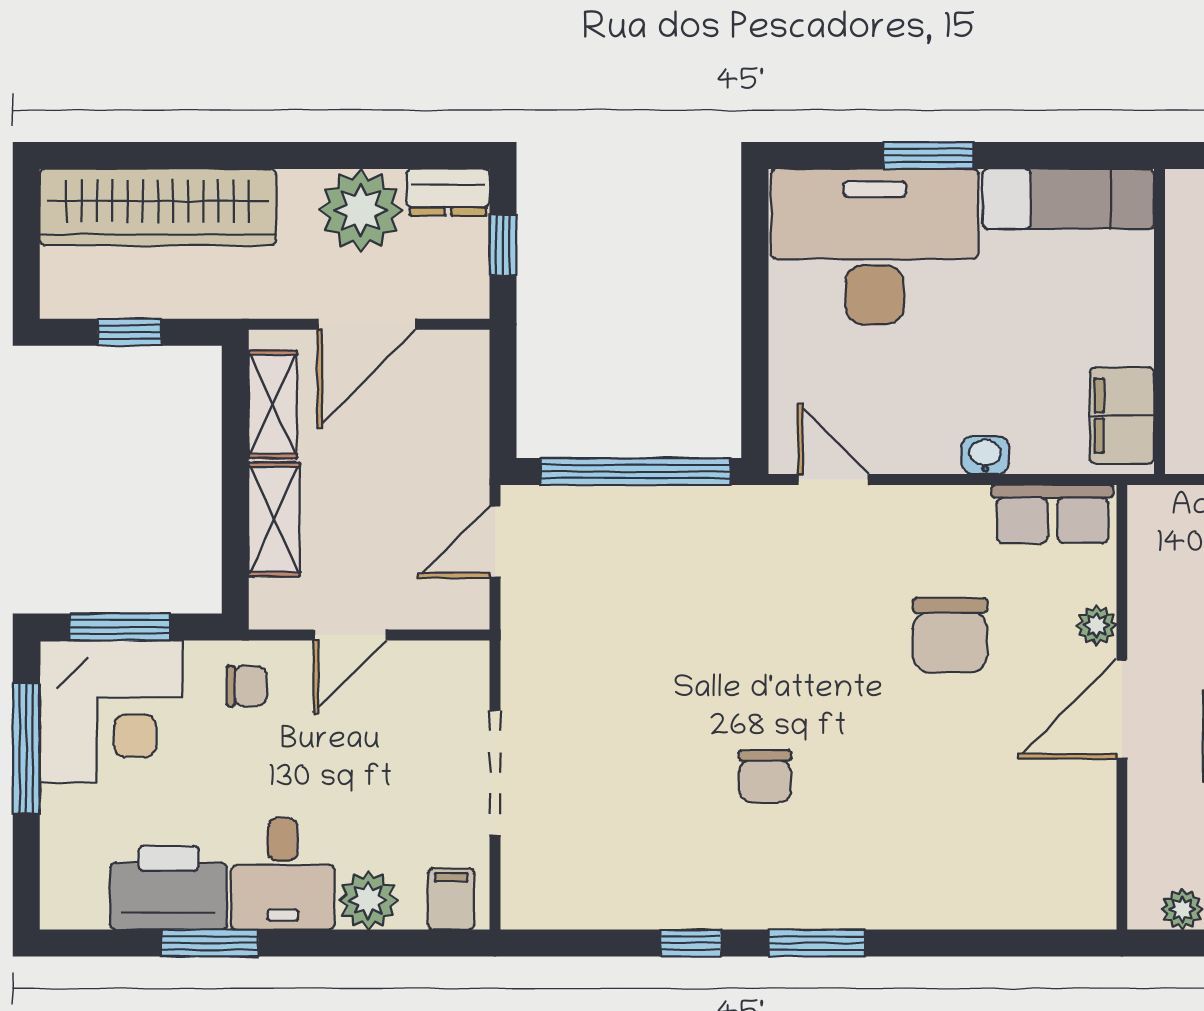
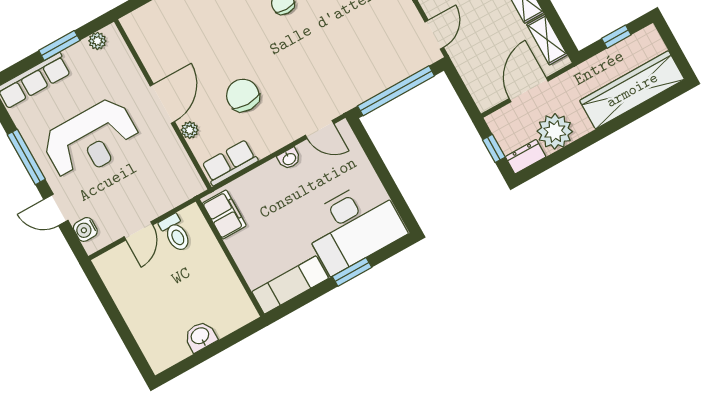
washbasin: (985, 455) -> (289, 159), moved

